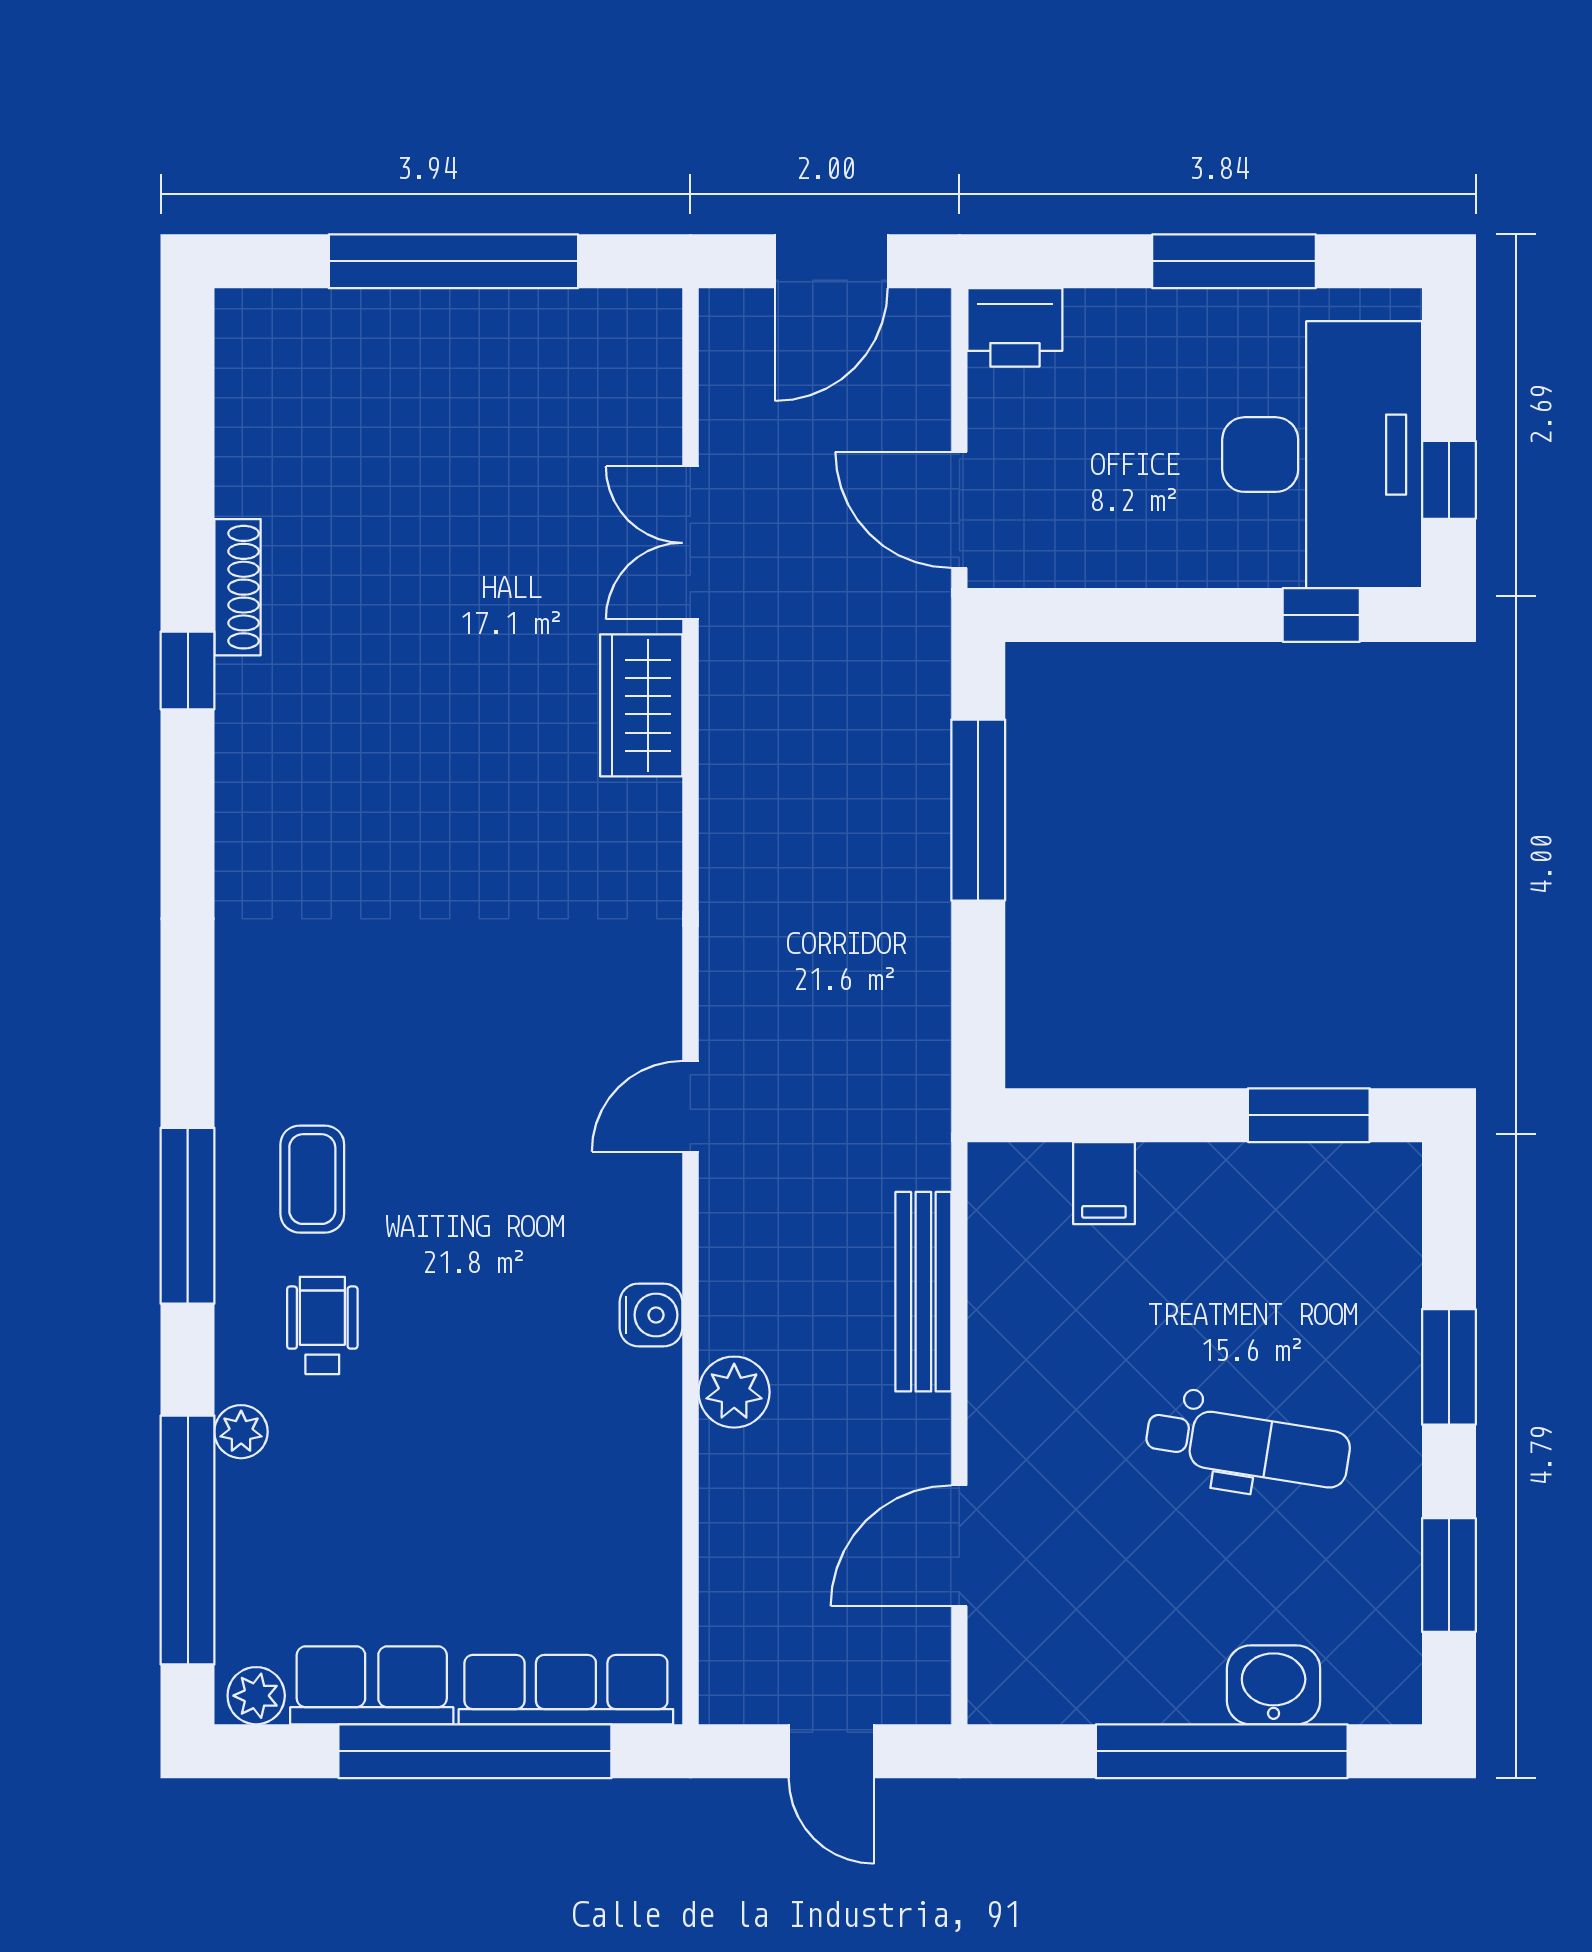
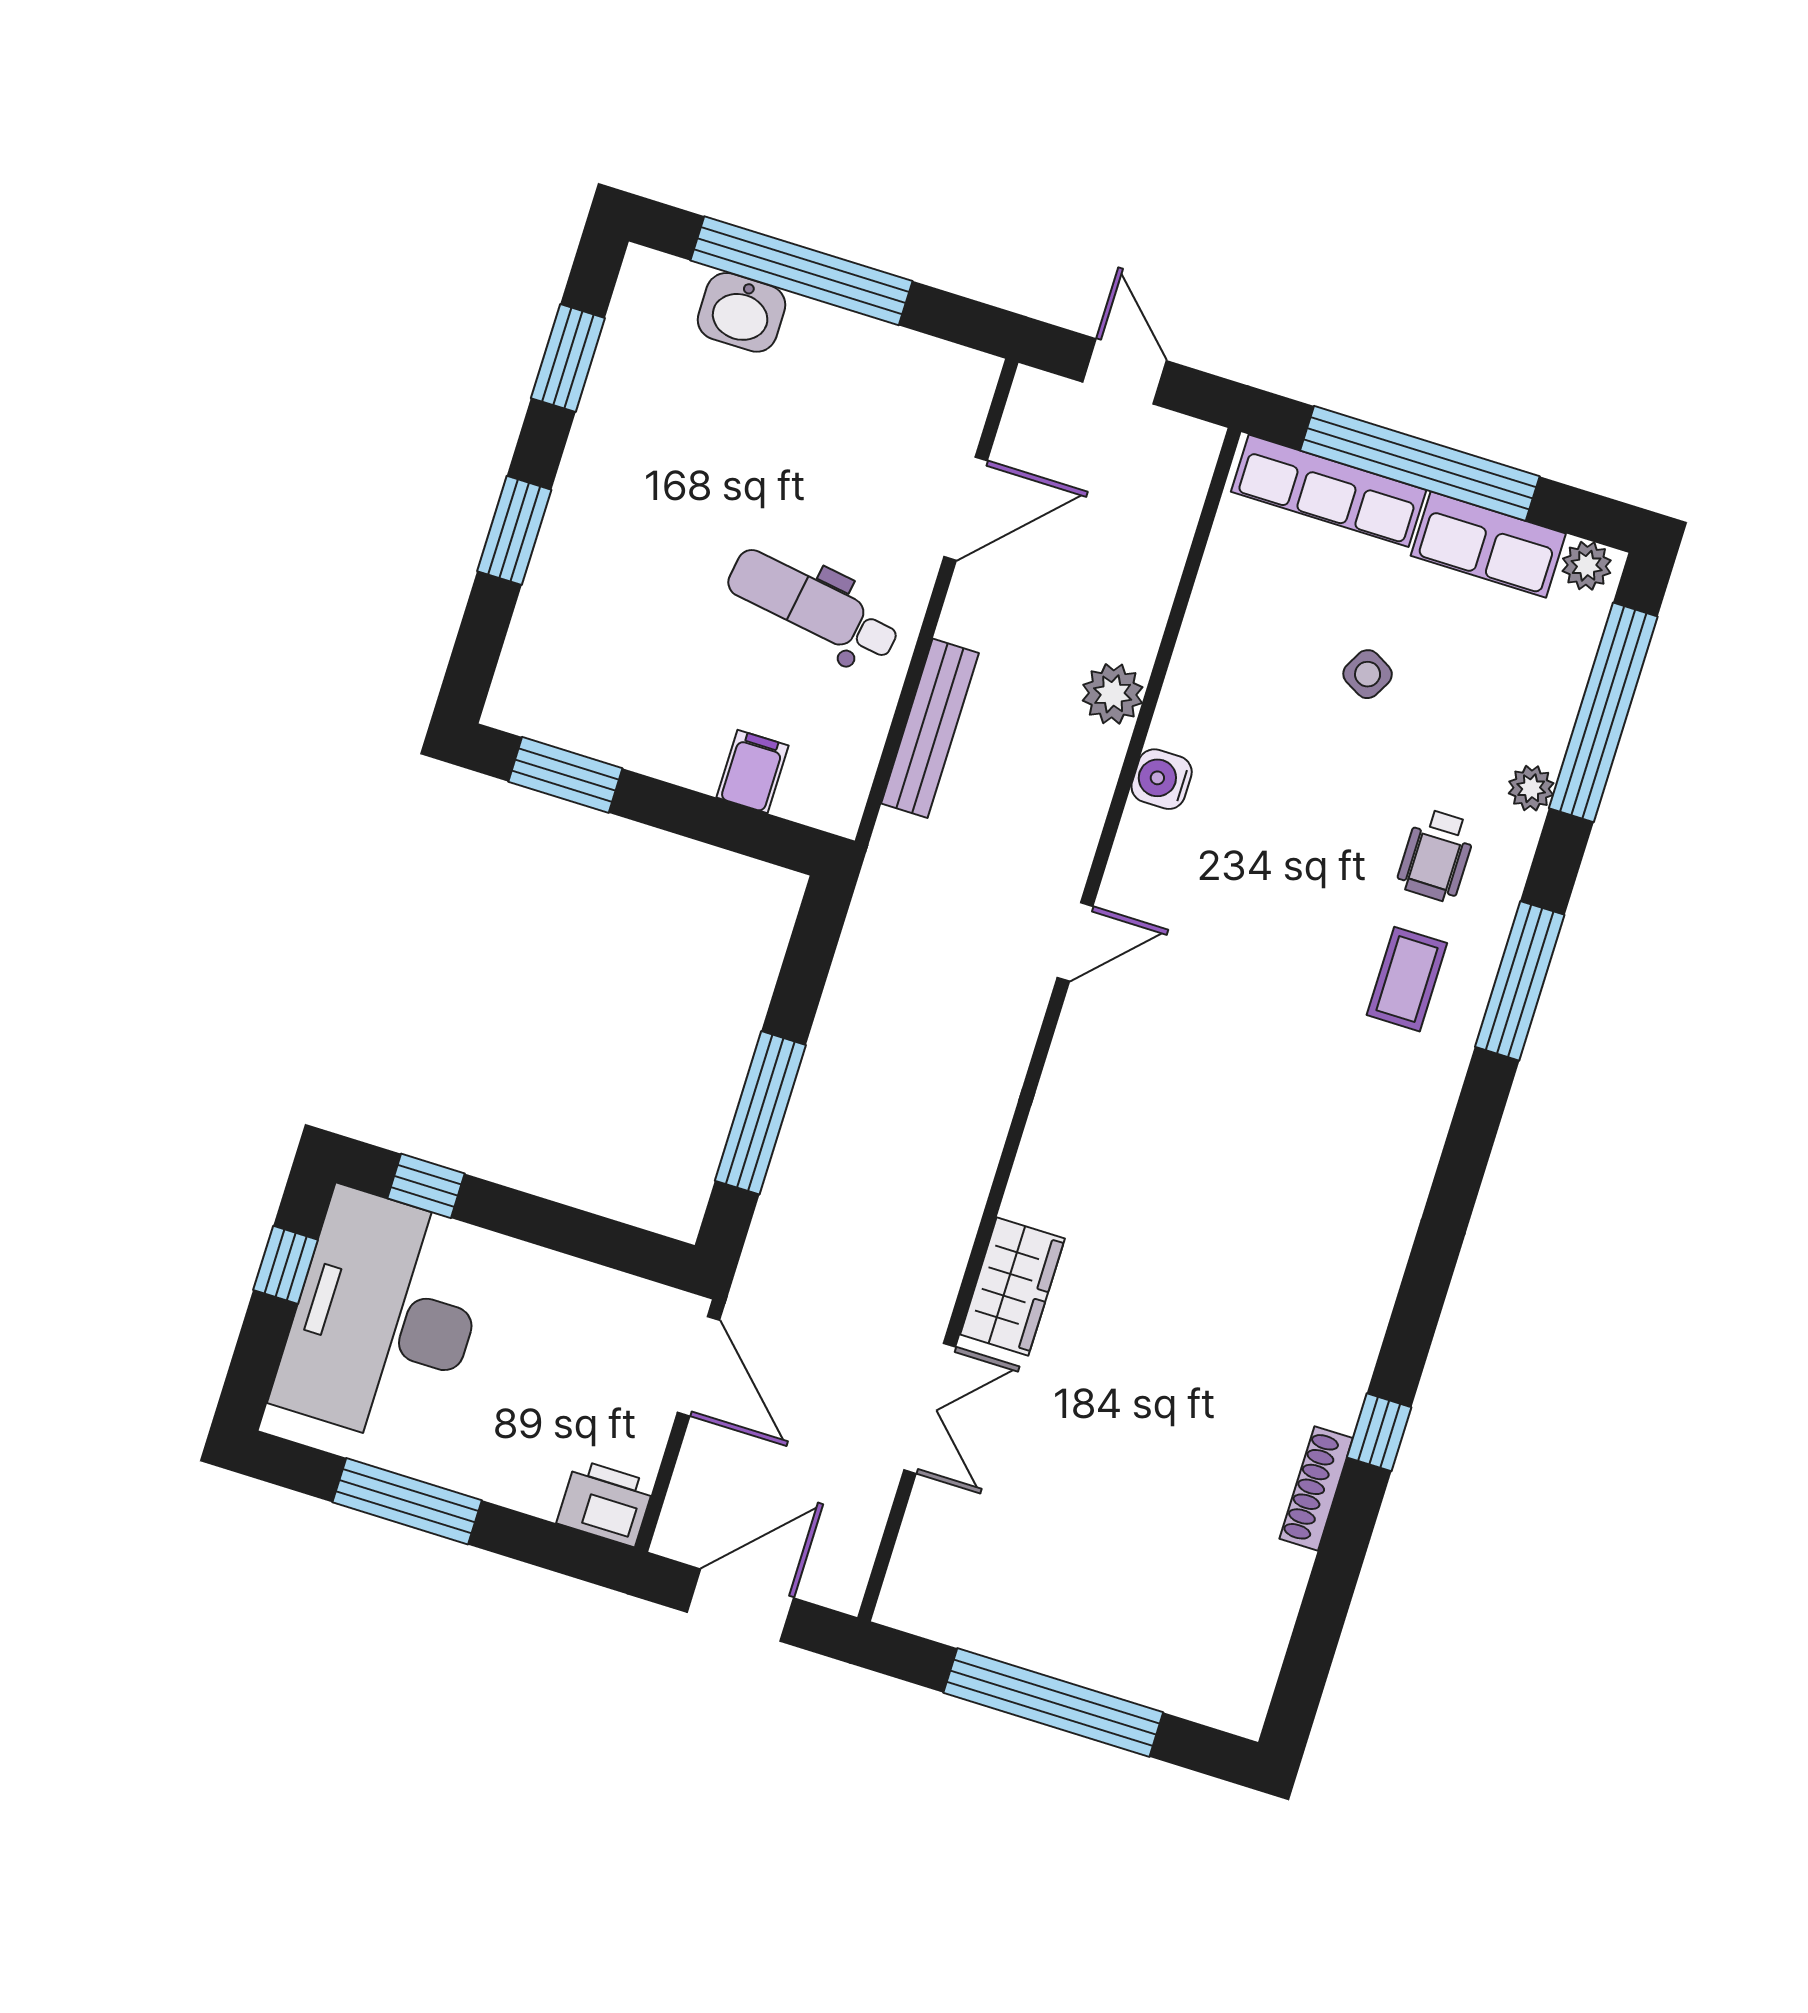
dental chair: (1248, 1446) -> (813, 606), moved
side table: (460, 1501) -> (1368, 674), added

